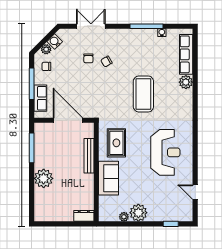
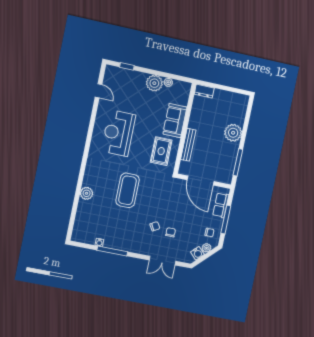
row of seats: (186, 54) -> (81, 218), removed

